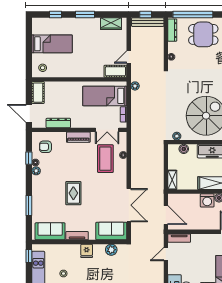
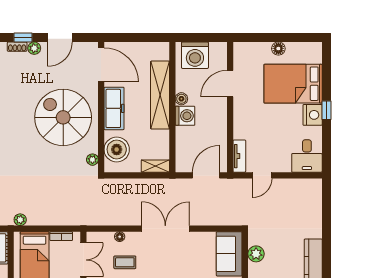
boiler: (184, 149) -> (117, 149), width x1.86, depth x1.86
coffee table: (105, 159) -> (125, 262), width x0.54, depth x0.58
double door: (129, 205) -> (165, 229), moved
door: (166, 254) -> (262, 175), hinge flipped

